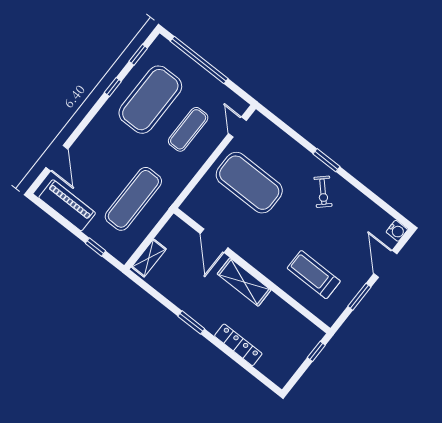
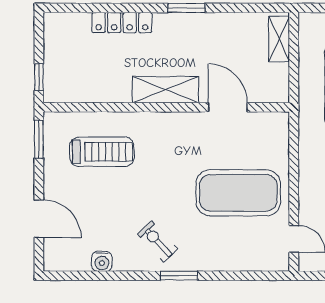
water cooler: (397, 231) -> (102, 261), moved, turned -90
window: (359, 297) -> (39, 139), moved

